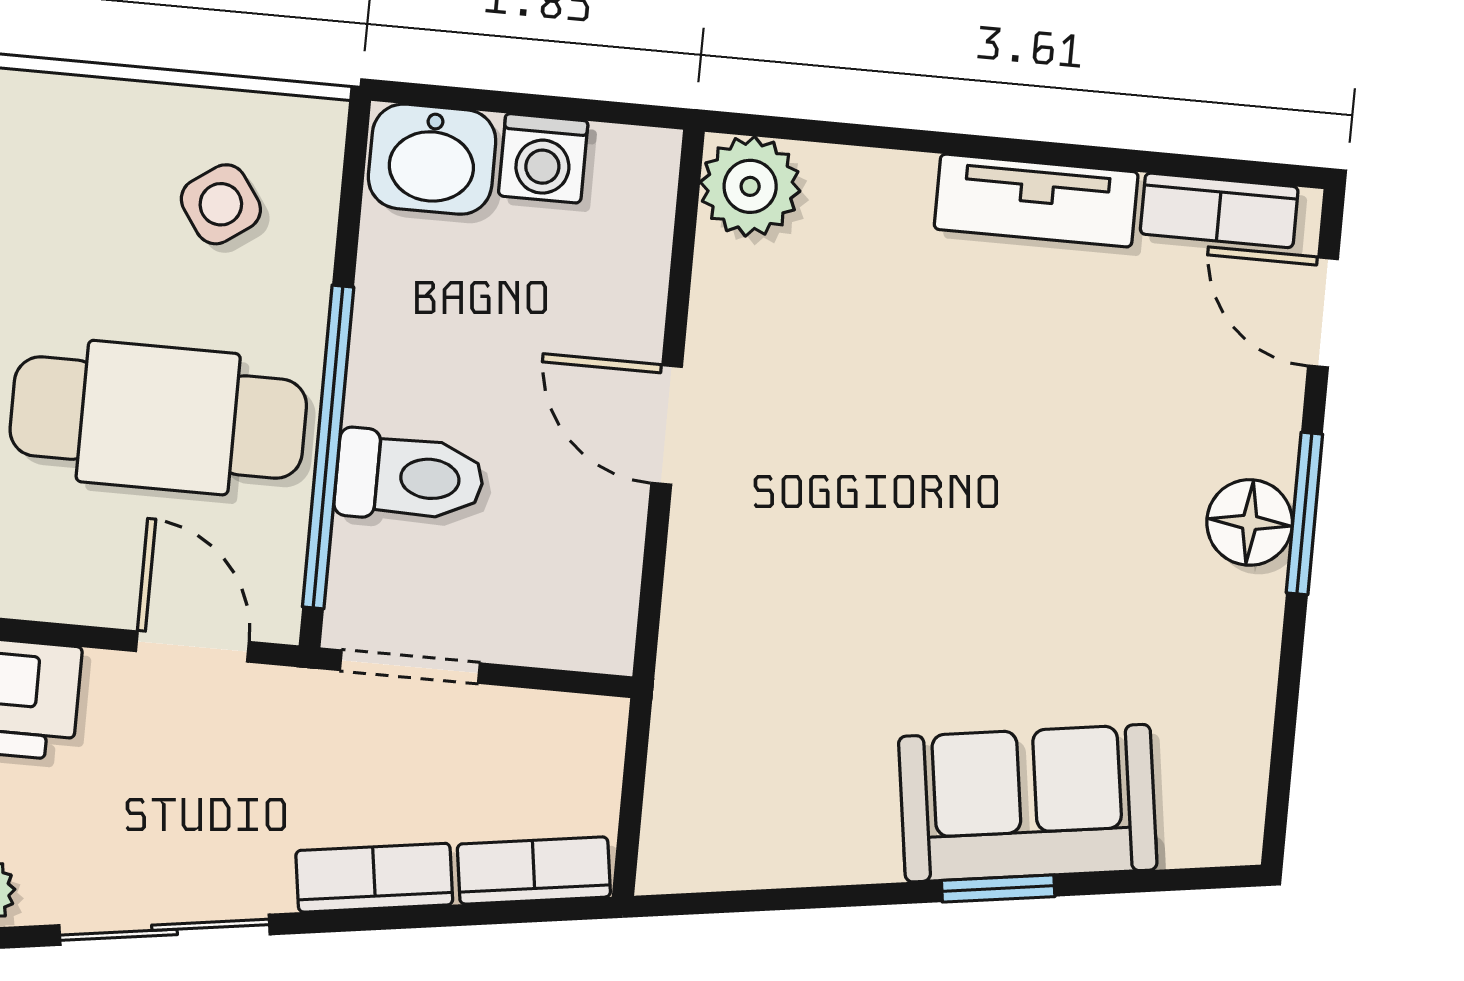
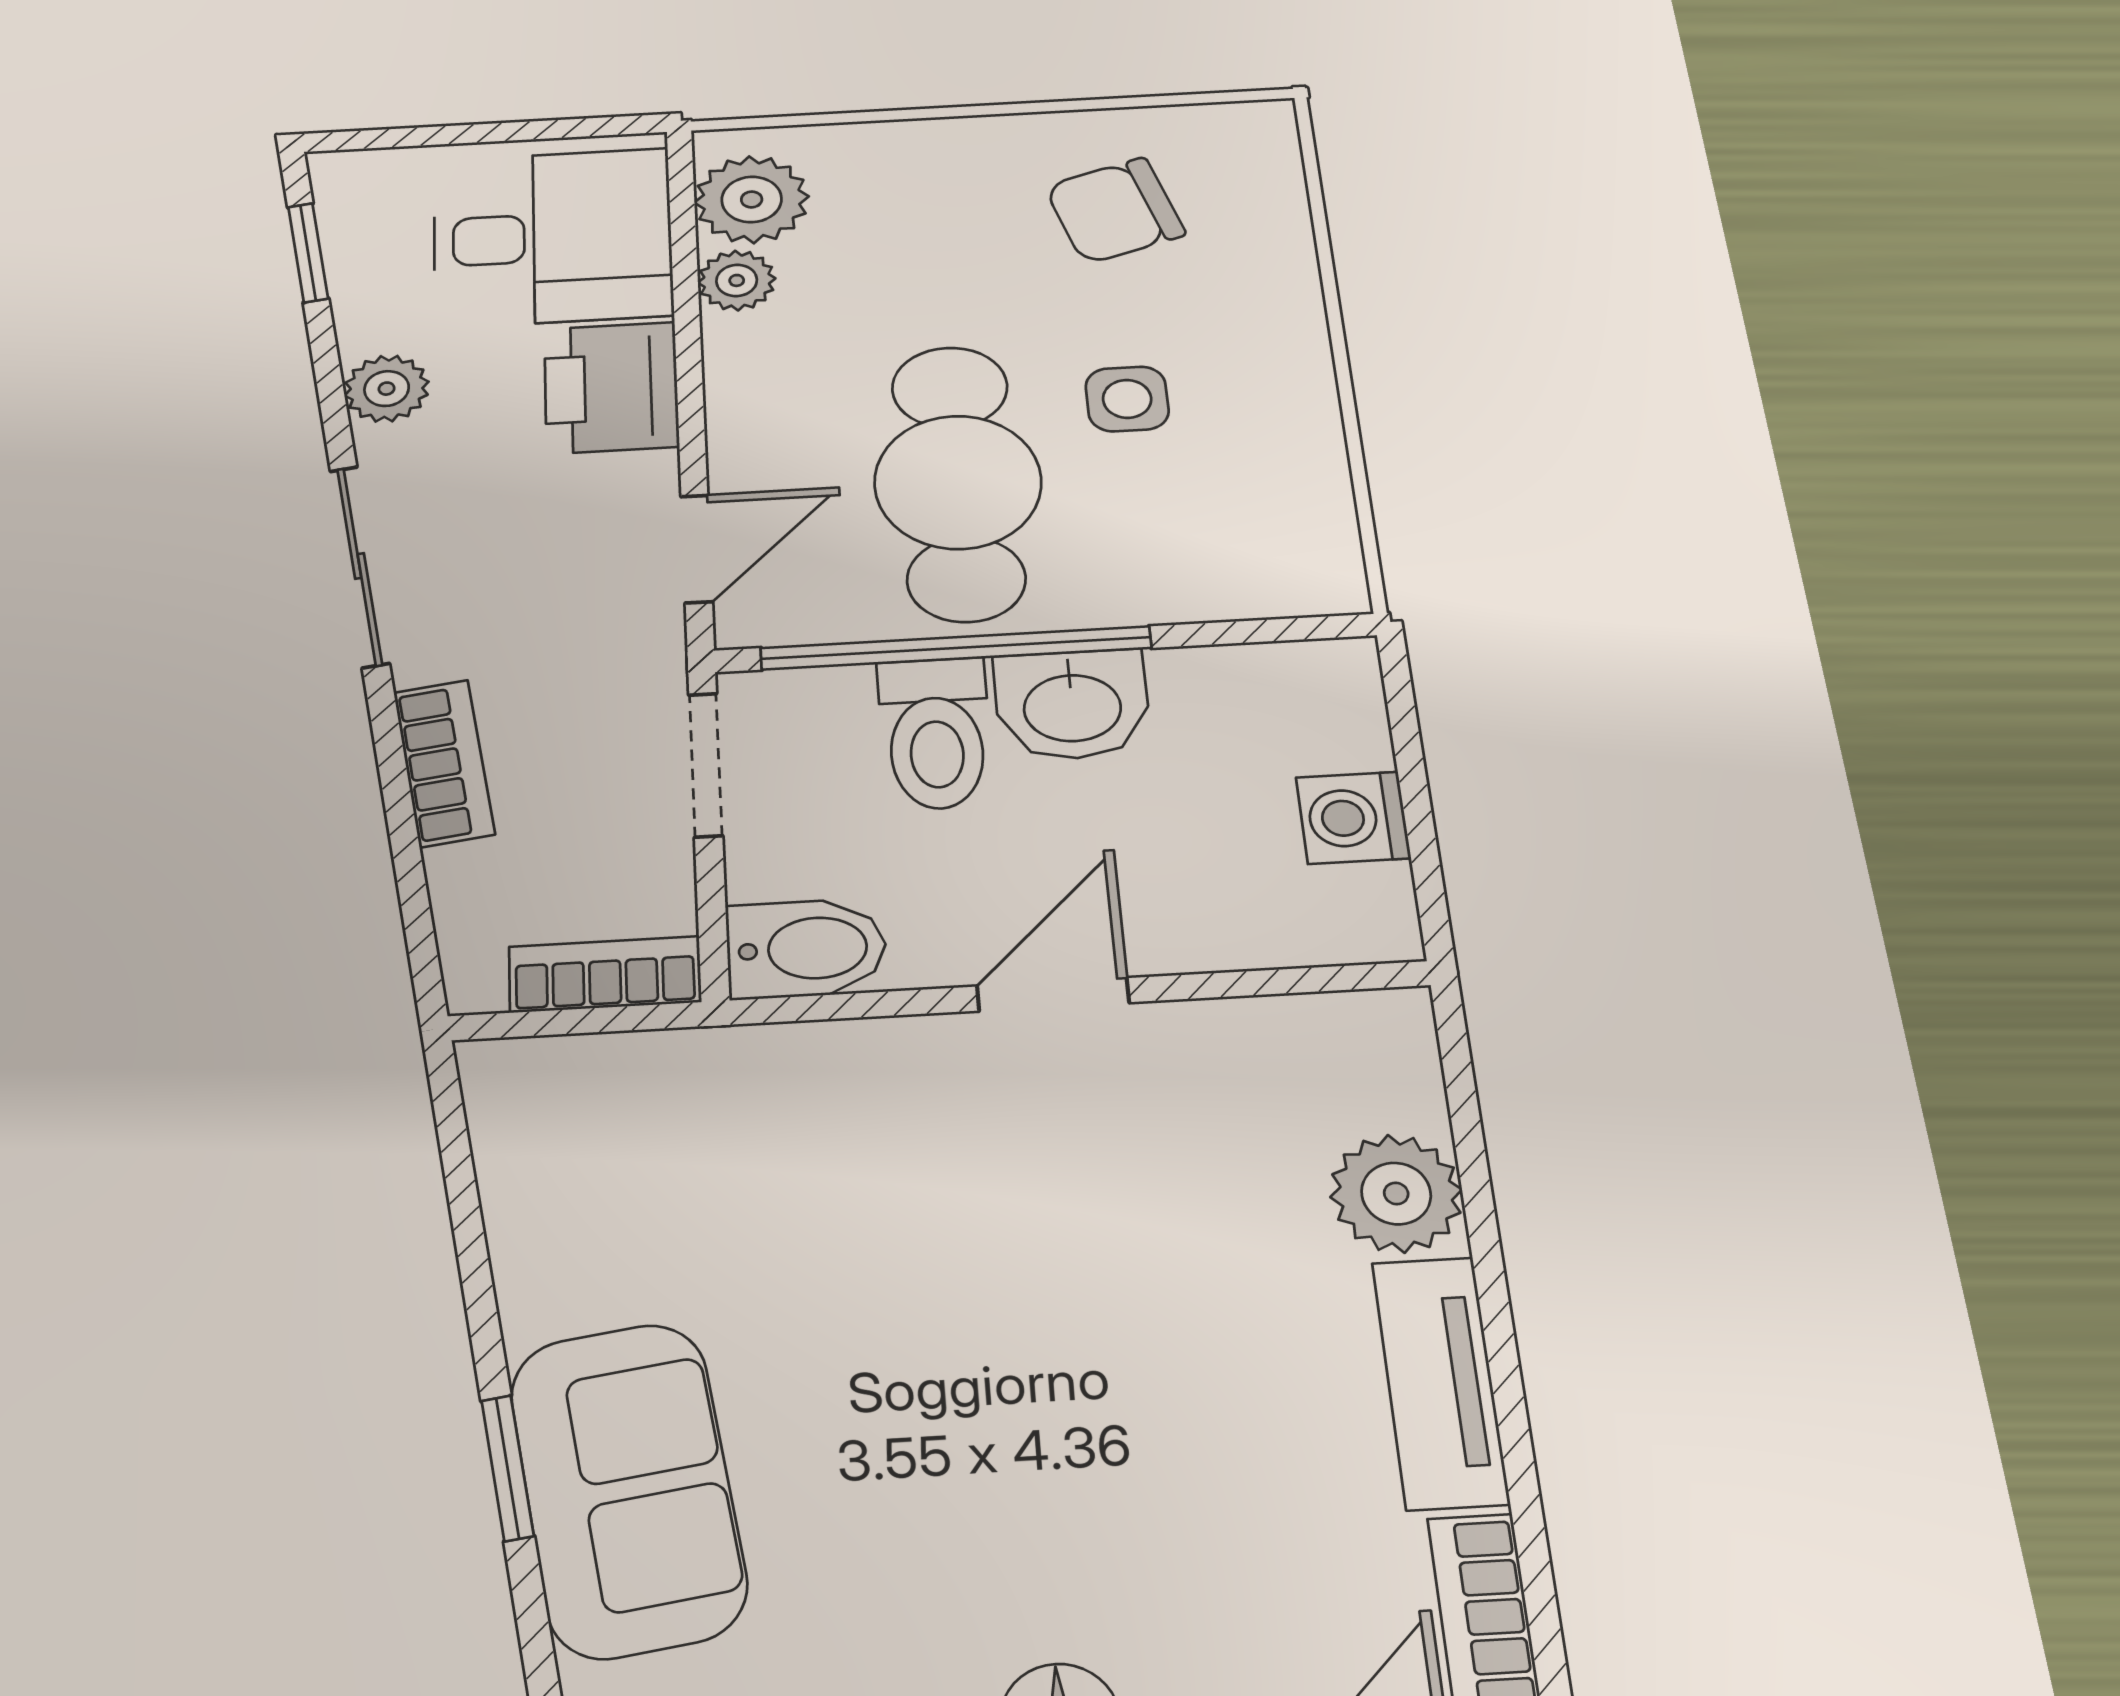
washbasin: (432, 159) -> (1072, 705), moved, turned -90
plant: (750, 186) -> (1396, 1193), moved
side table: (221, 204) -> (1127, 399), moved, turned 35
bidet: (595, 610) -> (806, 949), added
bookcase: (534, 870) -> (605, 974), moved, turned -82

